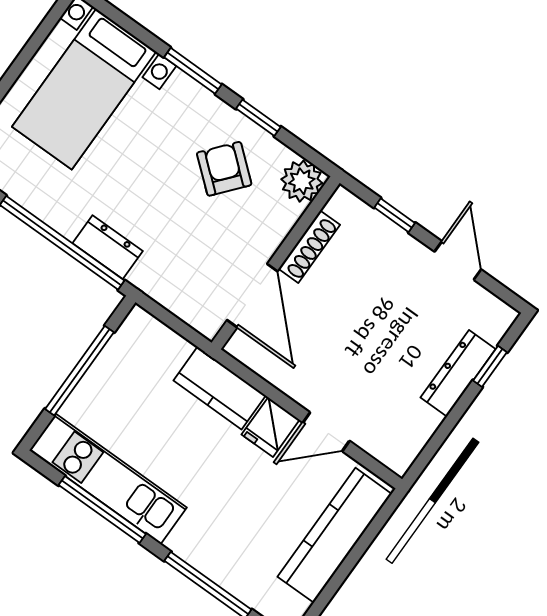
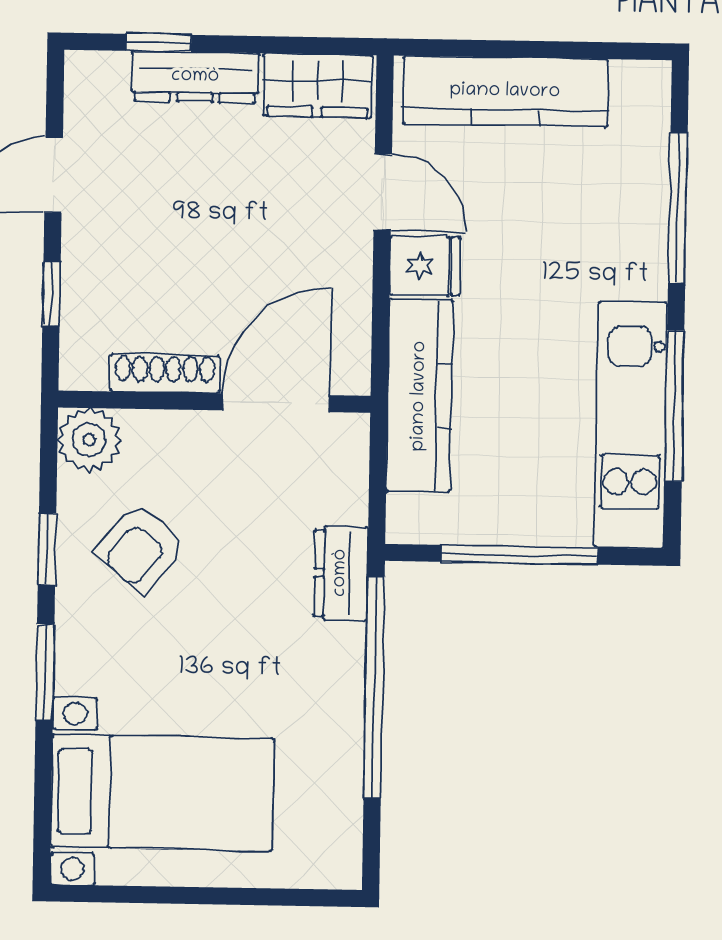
dresser: (108, 247) -> (341, 573), moved
kitchen counter: (220, 388) -> (420, 396), width x1.50
wardrobe: (408, 436) -> (317, 86), added

